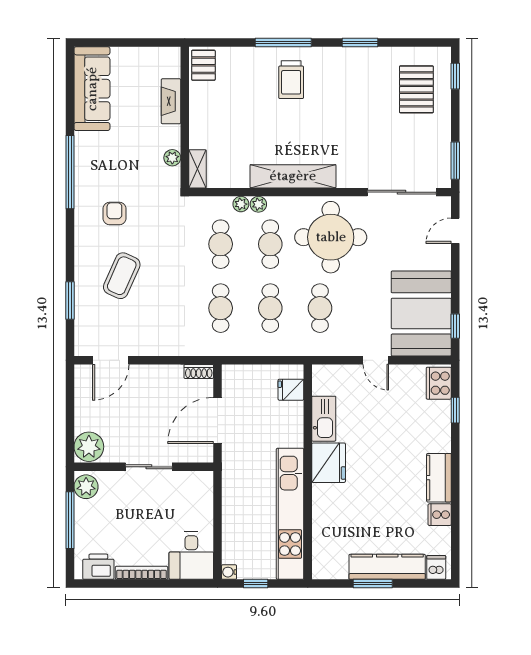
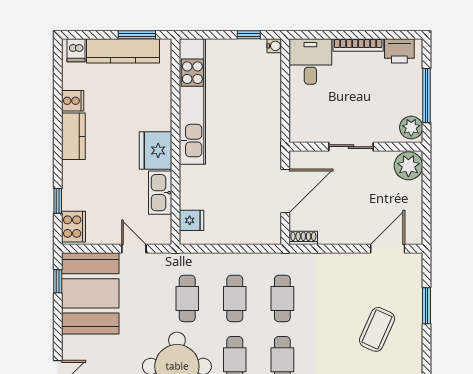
fridge: (291, 390) -> (192, 220), moved
kitchen sink: (324, 419) -> (160, 193), moved
fridge: (329, 463) -> (155, 150), moved
wall: (308, 472) -> (175, 142), moved
kitchen unit: (290, 514) -> (192, 102), moved

